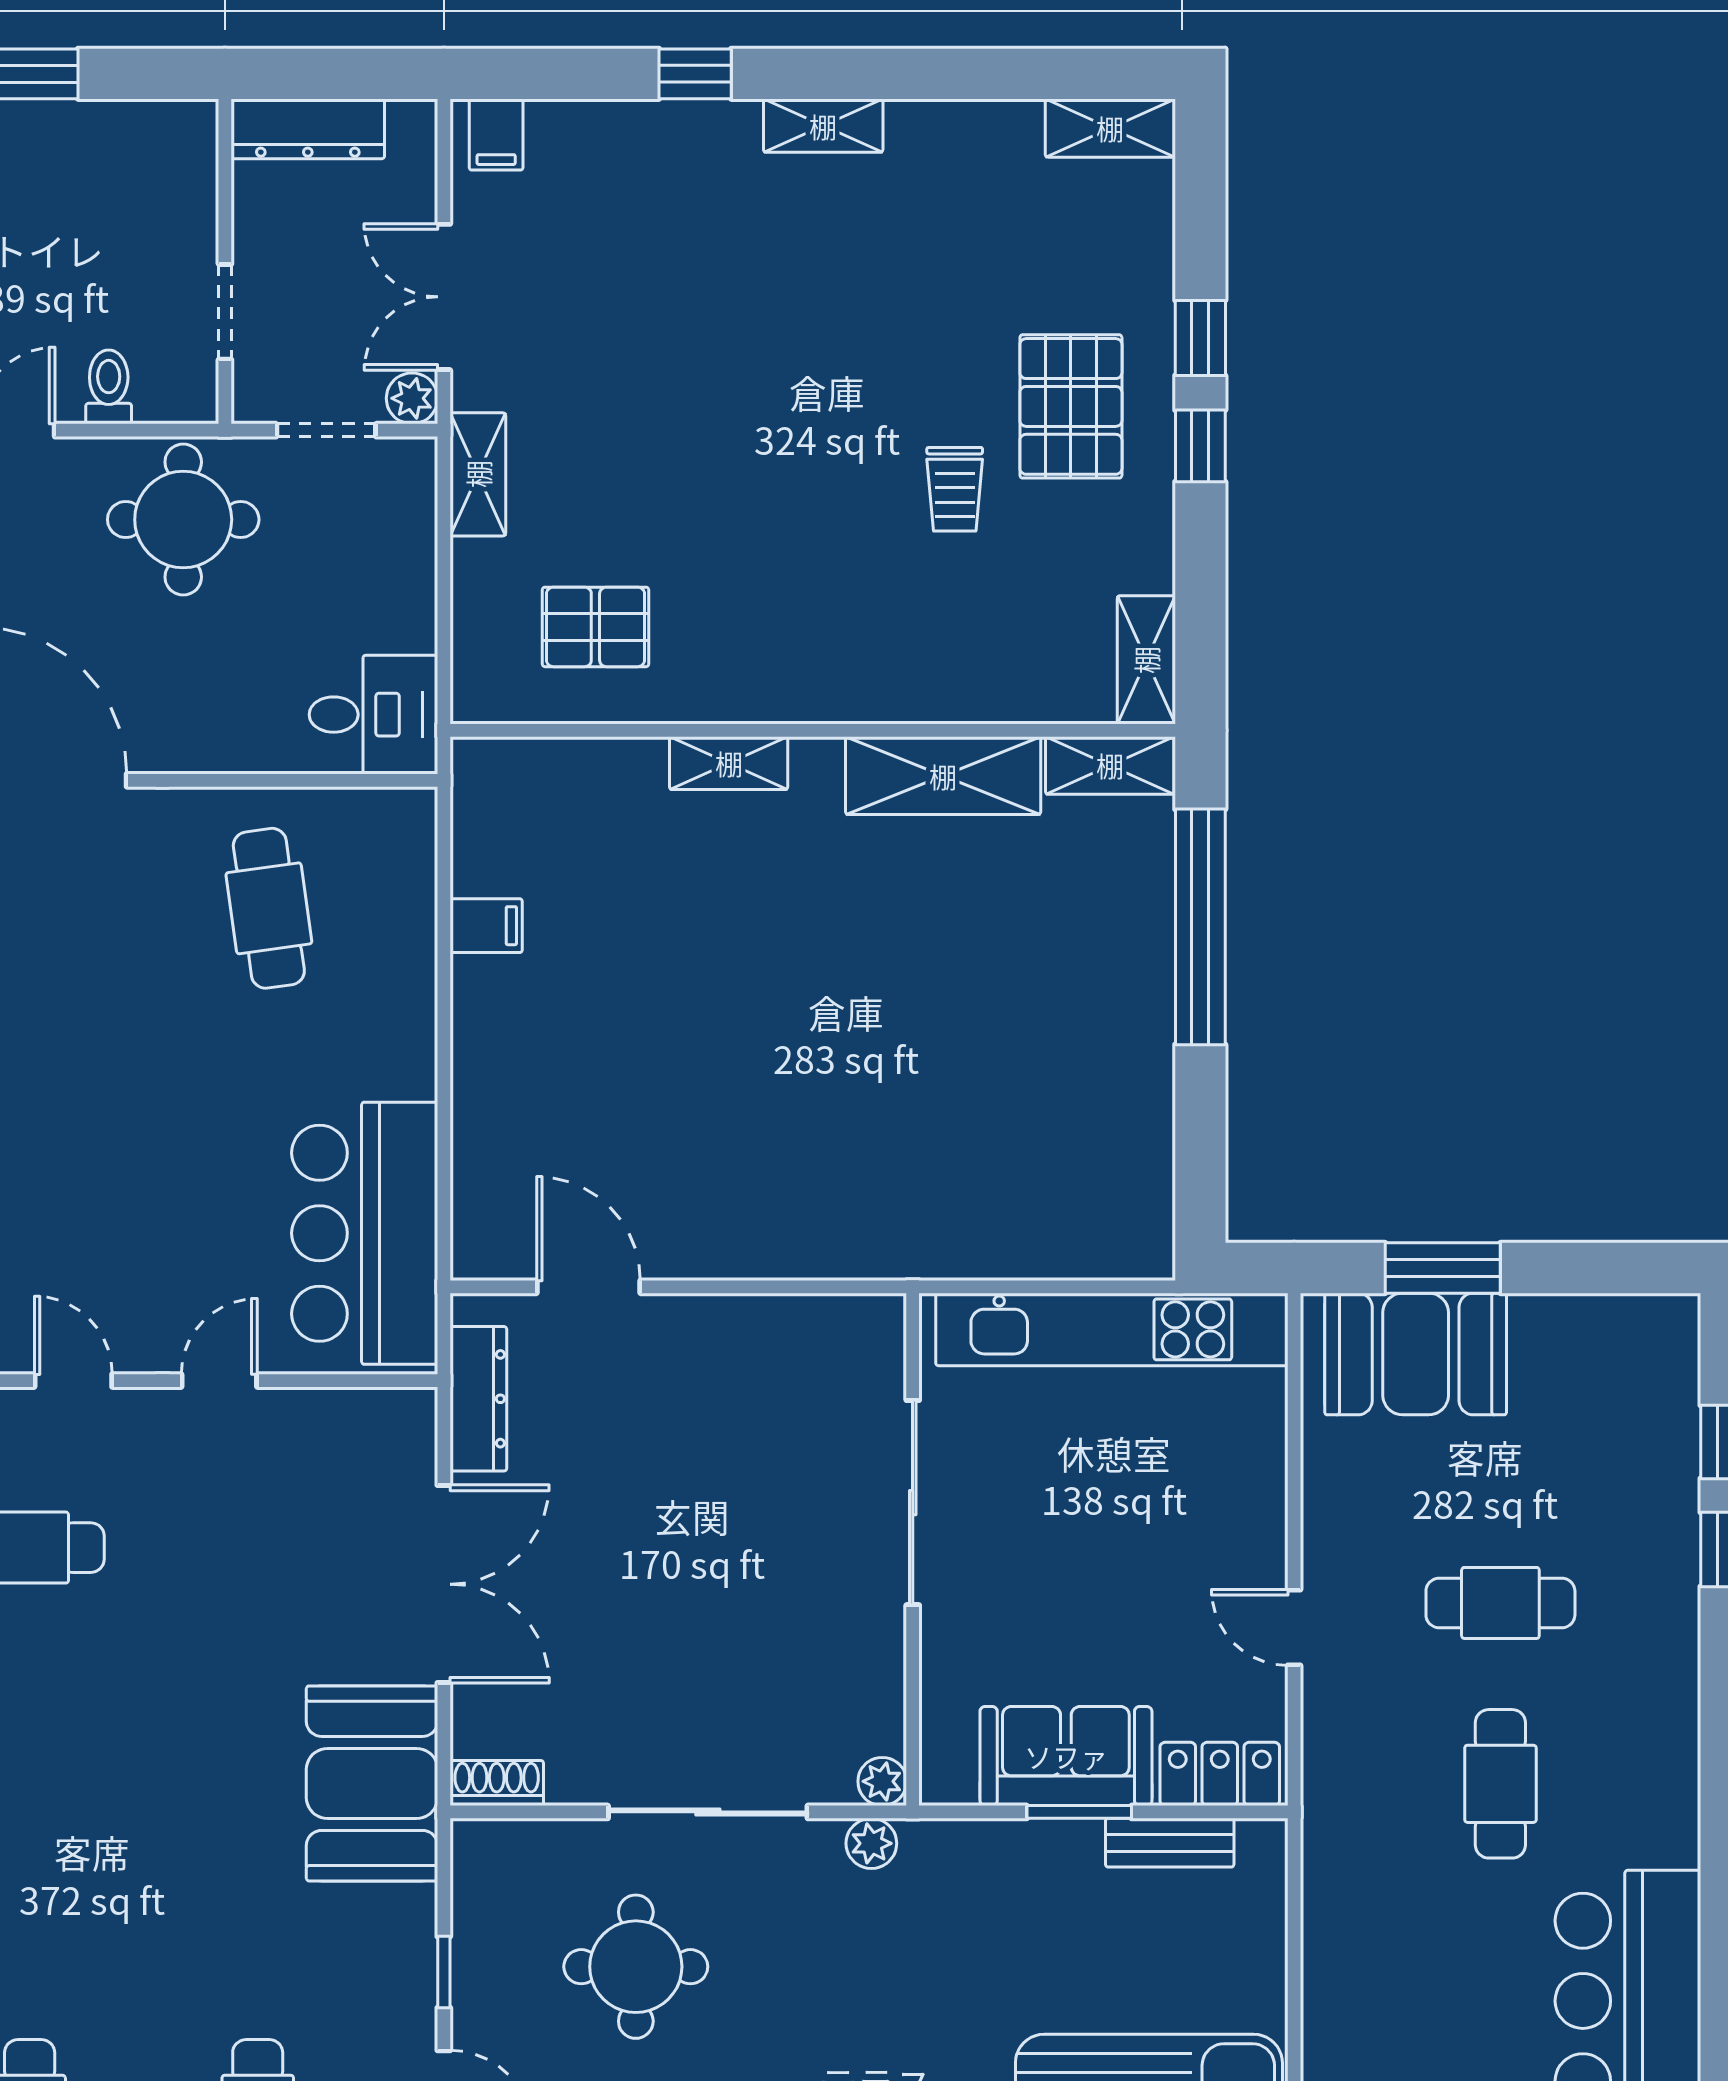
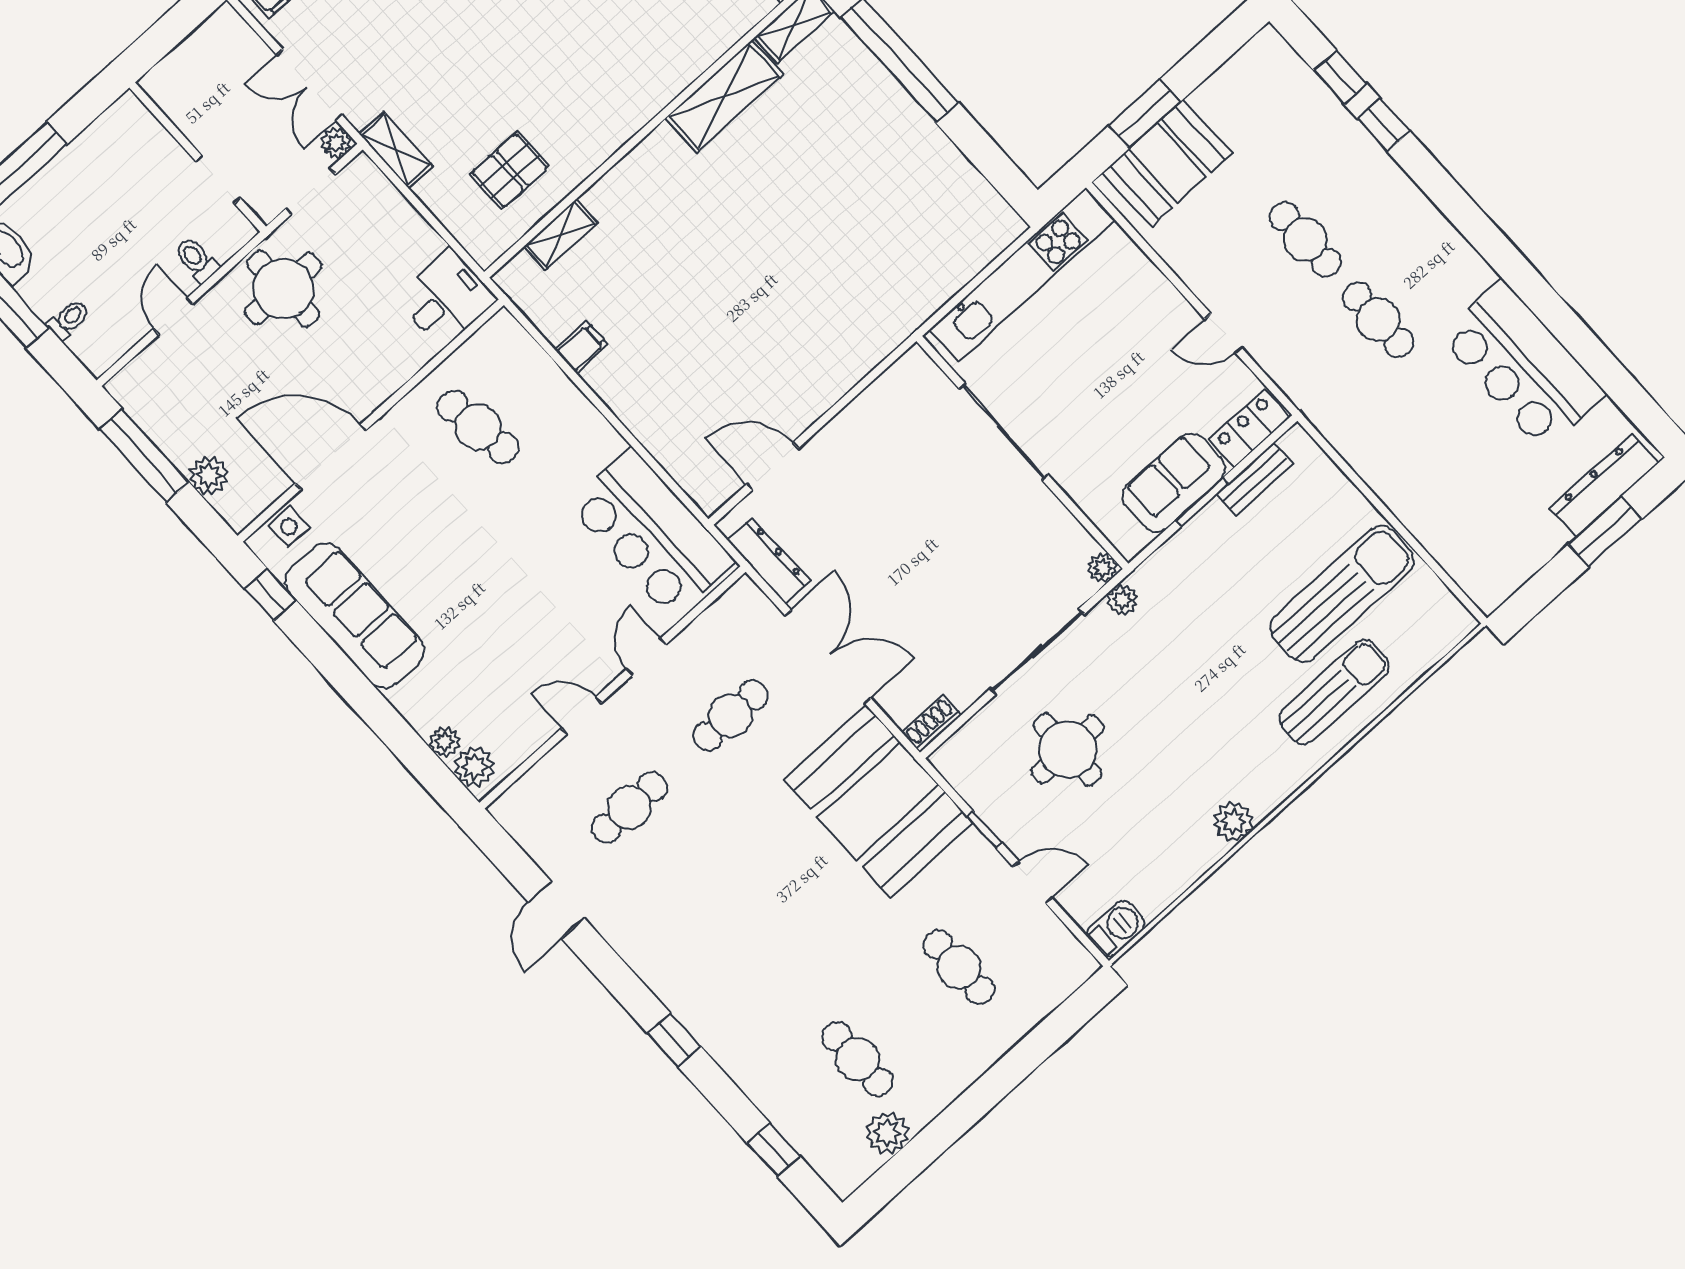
dresser: (308, 129) -> (181, 65), removed
shelving: (729, 763) -> (560, 235), moved
cafe table: (258, 1548) -> (731, 716), added
cafe table: (1500, 1603) -> (1305, 239), turned 90
booth: (372, 1783) -> (878, 801), width x1.36, depth x1.42

